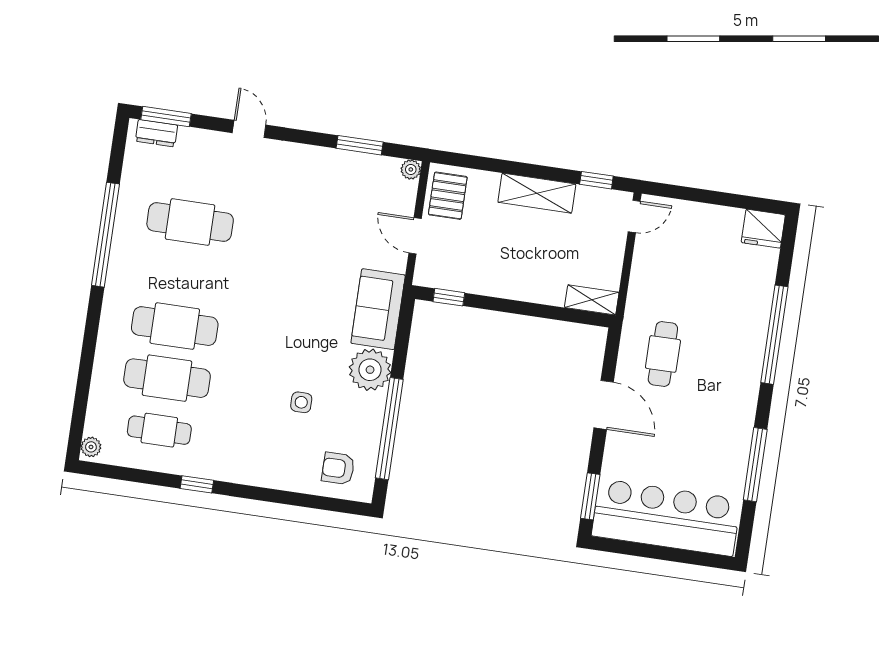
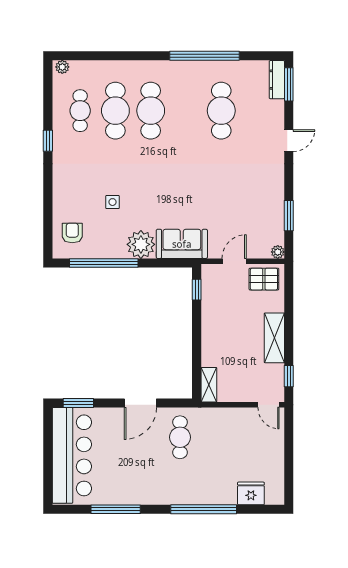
dresser: (156, 133) -> (277, 80), width x1.44
fridge: (763, 229) -> (251, 493), moved, turned 90
cafe table: (663, 354) -> (180, 437), turned 90

